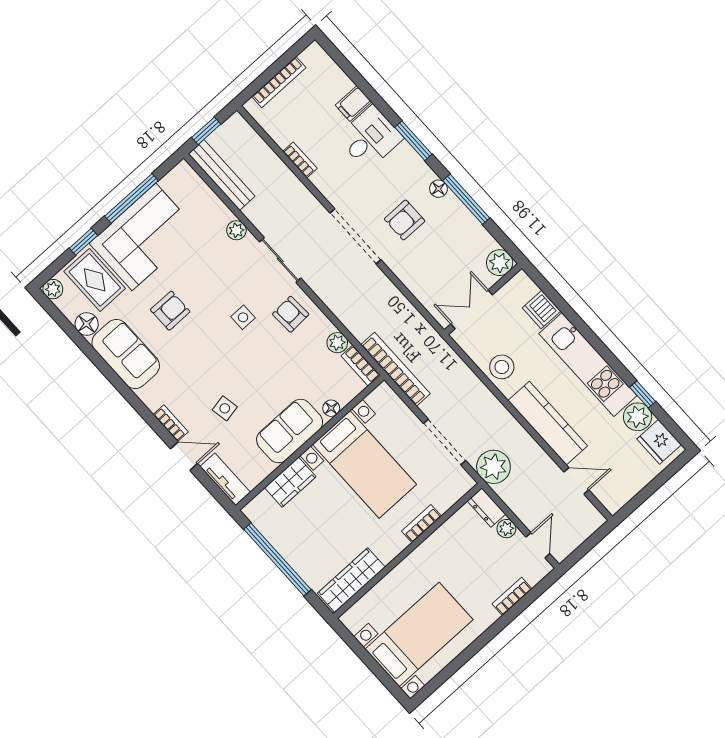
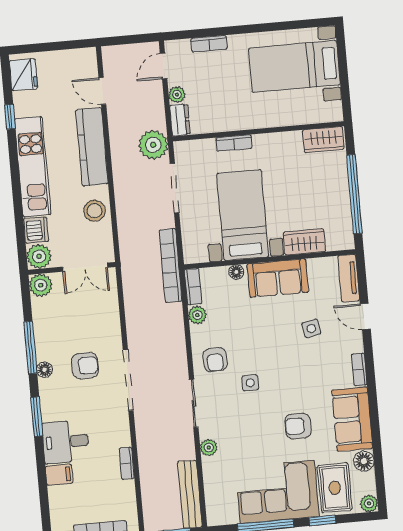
plant: (638, 417) -> (39, 256), moved
bookcase: (171, 423) -> (359, 370), moved
wardrobe: (351, 580) -> (323, 140), width x0.67

